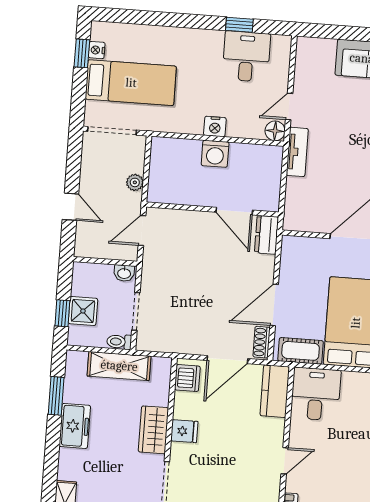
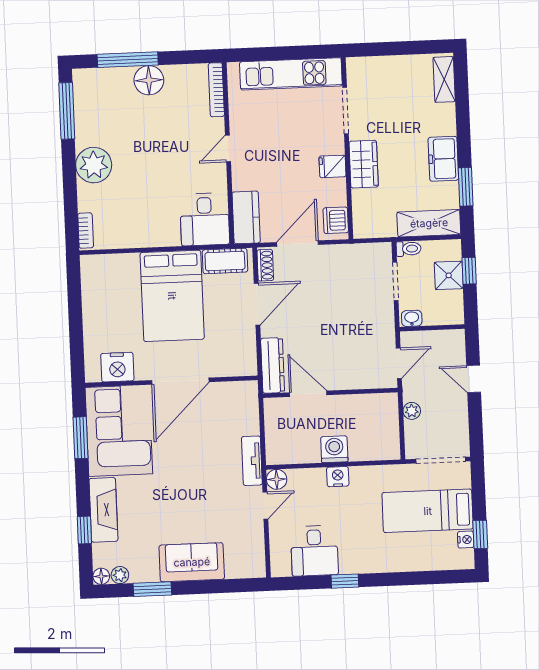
window: (239, 25) -> (345, 581), moved
dresser: (267, 235) -> (273, 365), width x1.44
shelving: (119, 366) -> (429, 223), moved

